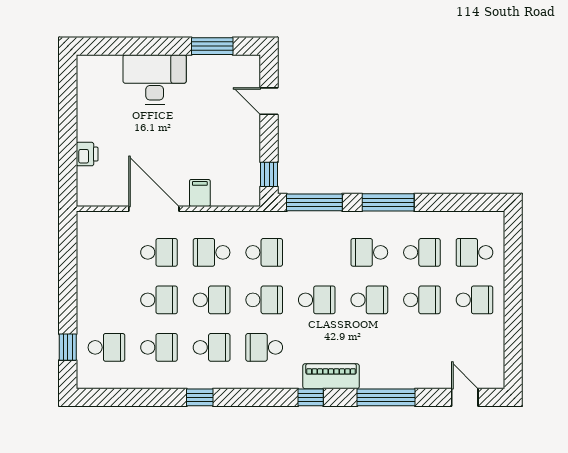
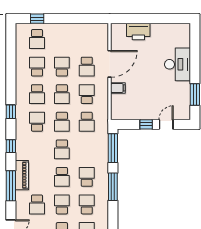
printer: (87, 154) -> (138, 32), width x1.87, depth x1.48
window: (269, 174) -> (146, 124), moved
school desk: (422, 252) -> (87, 204), turned 180
school desk: (159, 300) -> (62, 67), turned 180
school desk: (422, 300) -> (62, 204), turned 180
school desk: (159, 347) -> (37, 67), turned 180
school desk: (422, 347) -> (37, 204), added
piano: (331, 376) -> (22, 175), moved
window: (200, 397) -> (11, 112), moved

